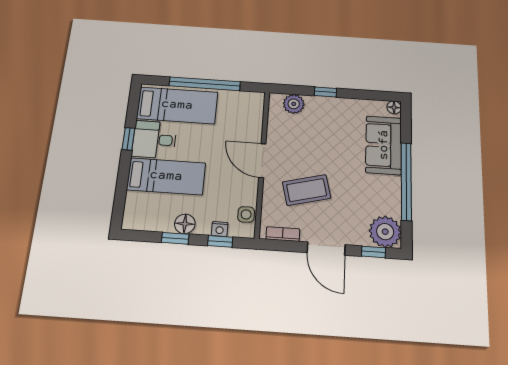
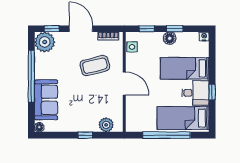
nightstand: (220, 229) -> (204, 36), moved

